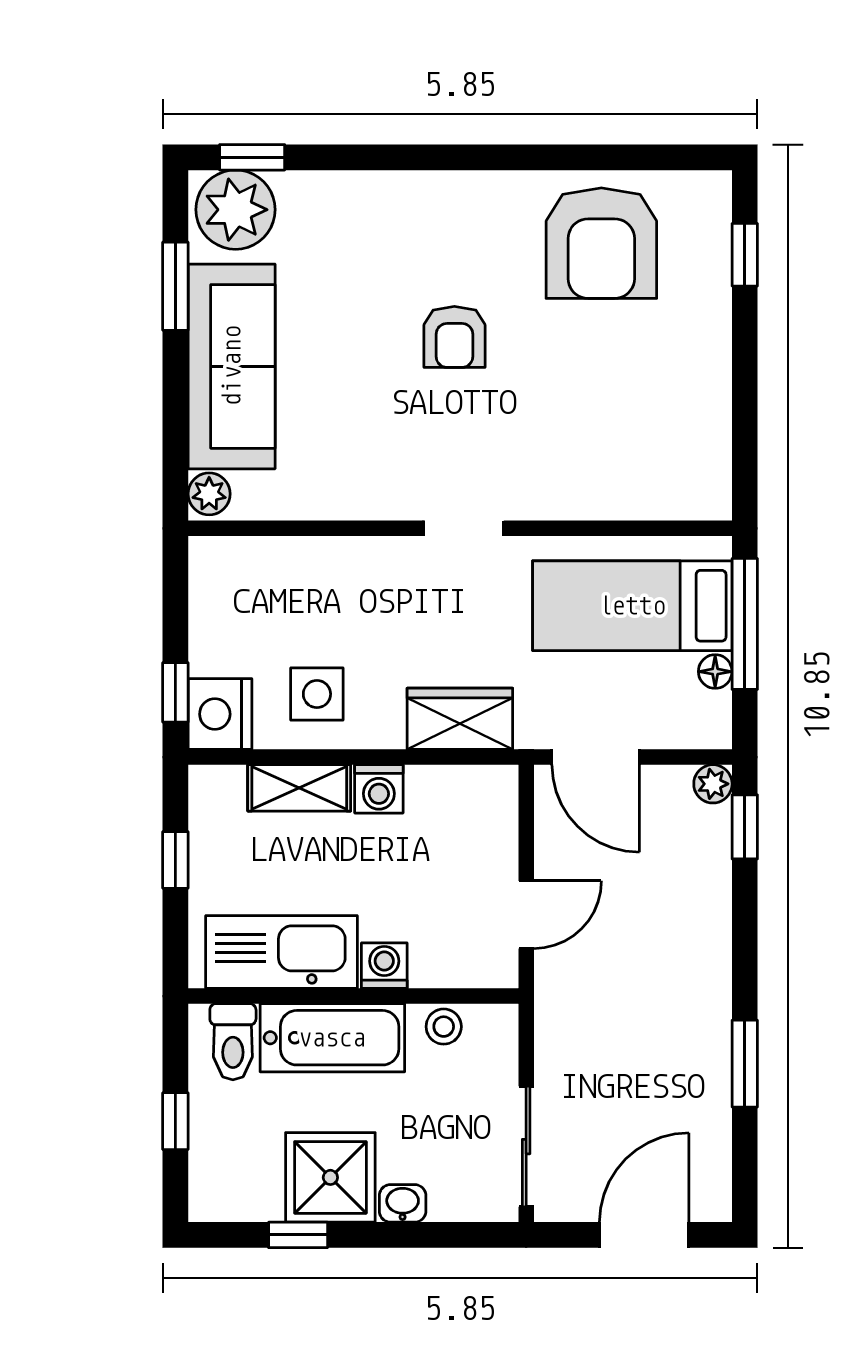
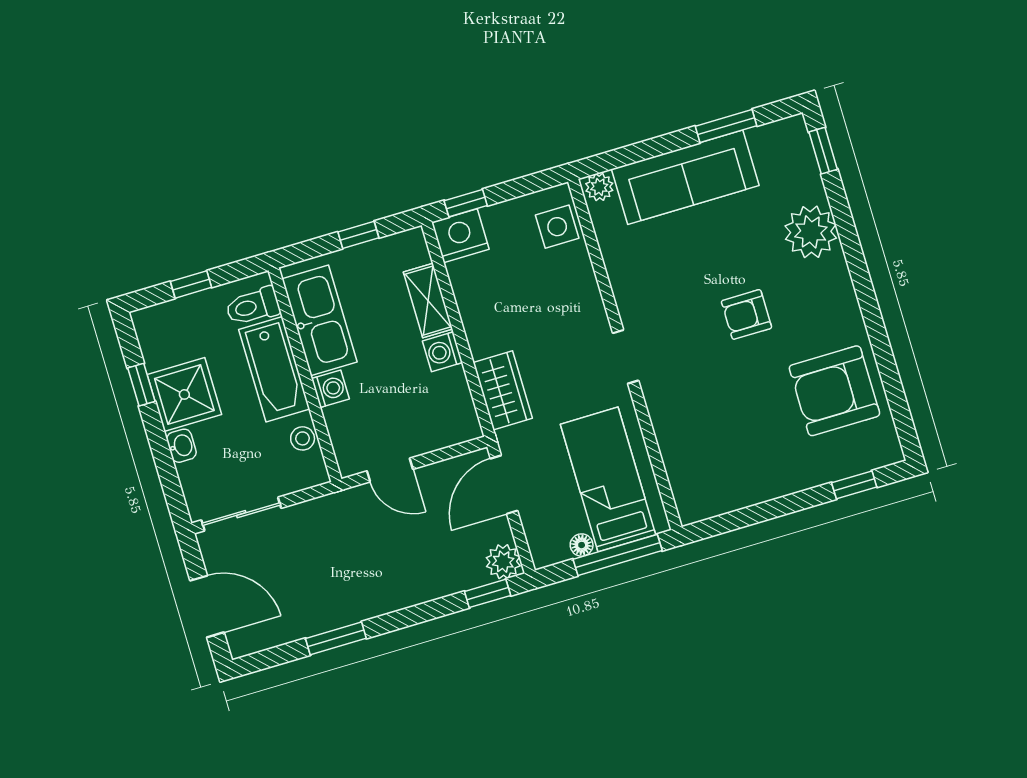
plant: (236, 210) -> (811, 232), moved
side table: (317, 694) -> (557, 227), moved
plant: (713, 784) -> (503, 562), width x1.38, depth x1.38

